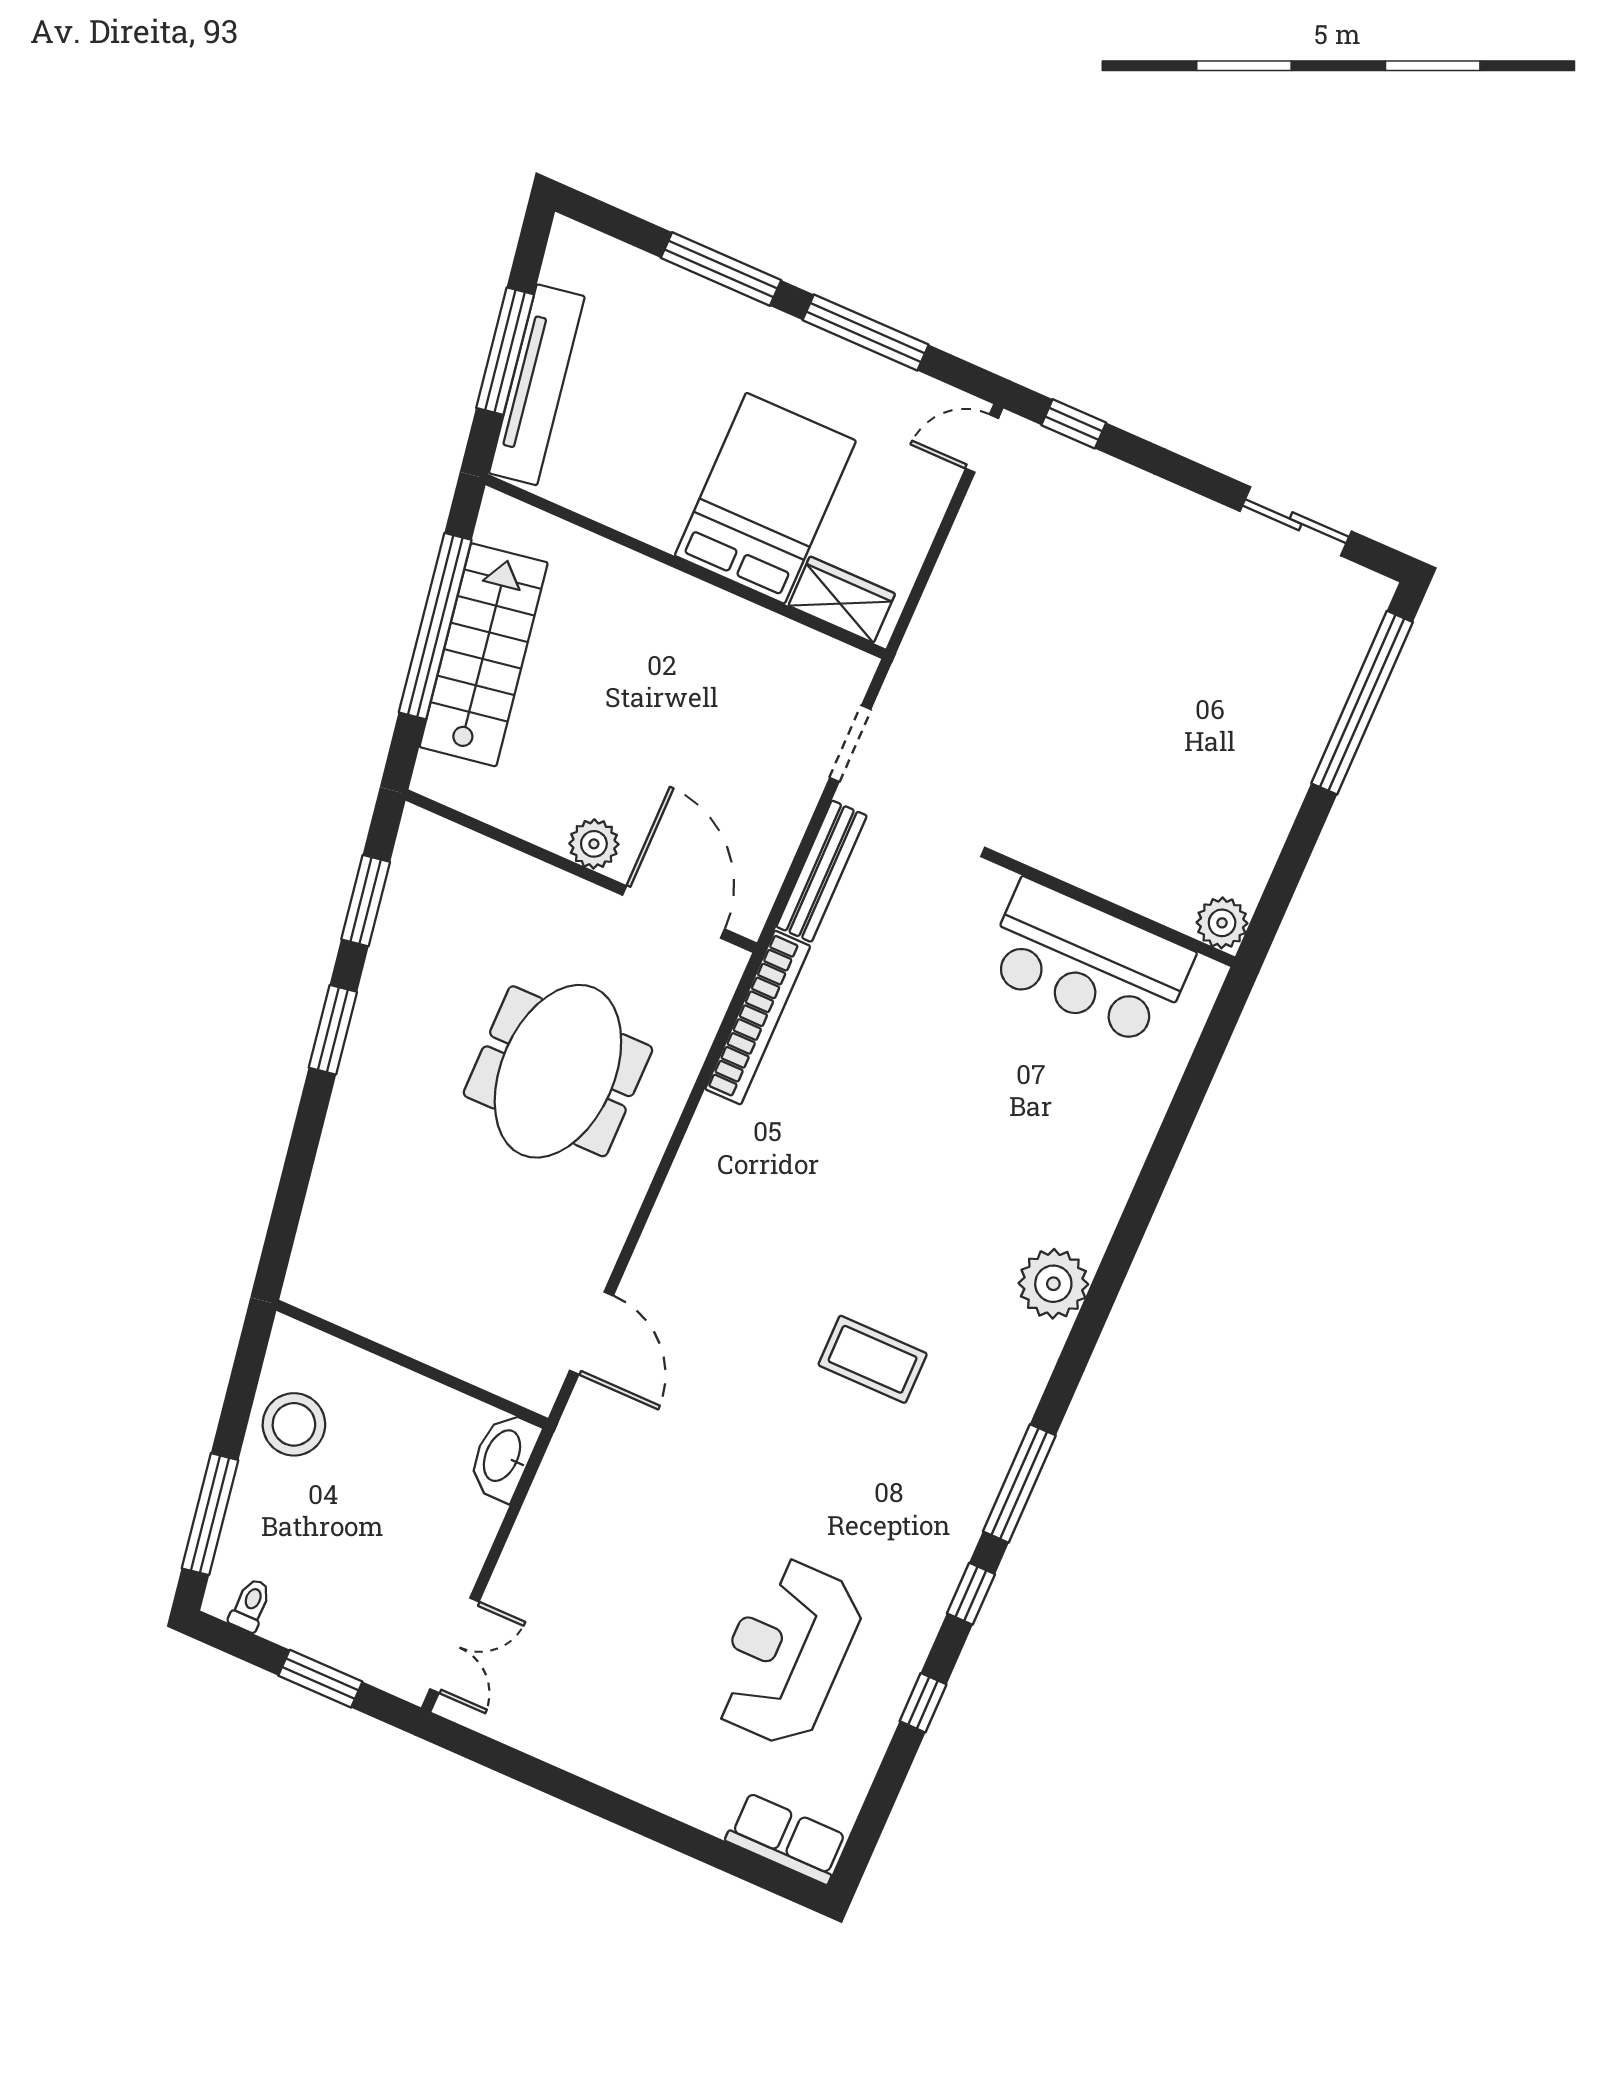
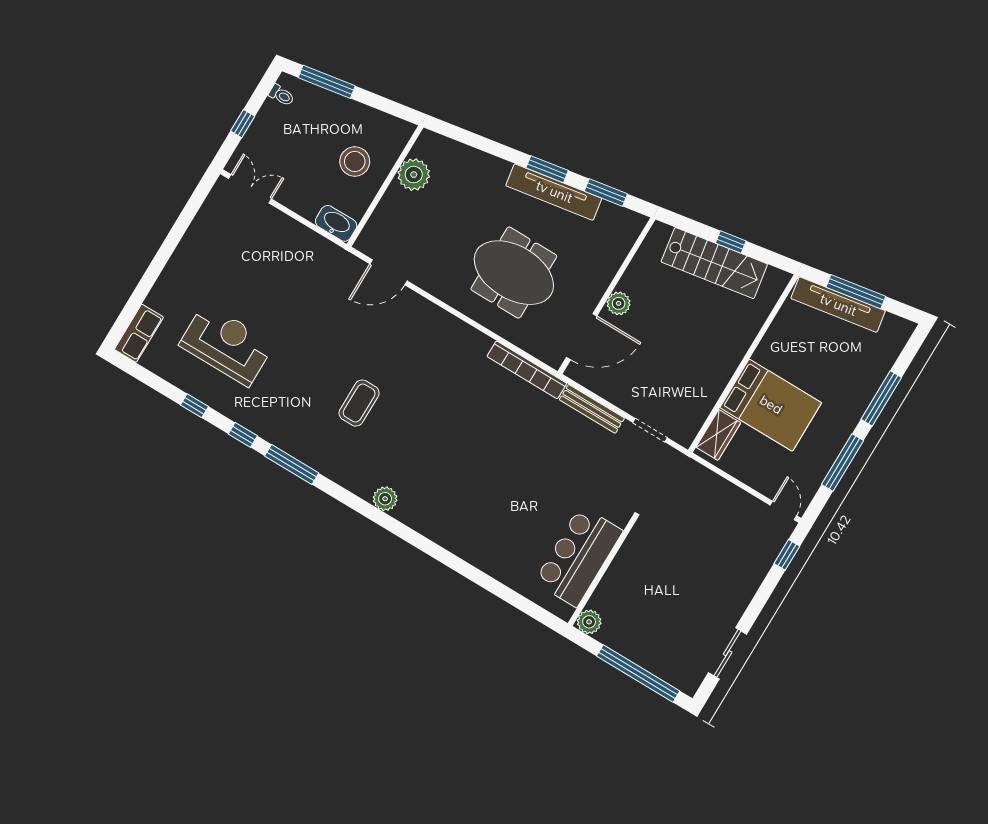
window: (435, 626) -> (731, 242), width x0.32
wall: (1113, 909) -> (602, 571), moved
plant: (1222, 923) -> (589, 622), moved
bar counter: (1088, 963) -> (579, 557), moved
tv unit: (379, 1010) -> (554, 192), added
plant: (1053, 1284) -> (385, 499), width x0.73, depth x0.73
plant: (380, 1307) -> (414, 175), added
stool: (294, 1424) -> (355, 162), moved
double door: (454, 1645) -> (250, 189), swing flipped
window: (320, 1679) -> (243, 124), width x0.67

